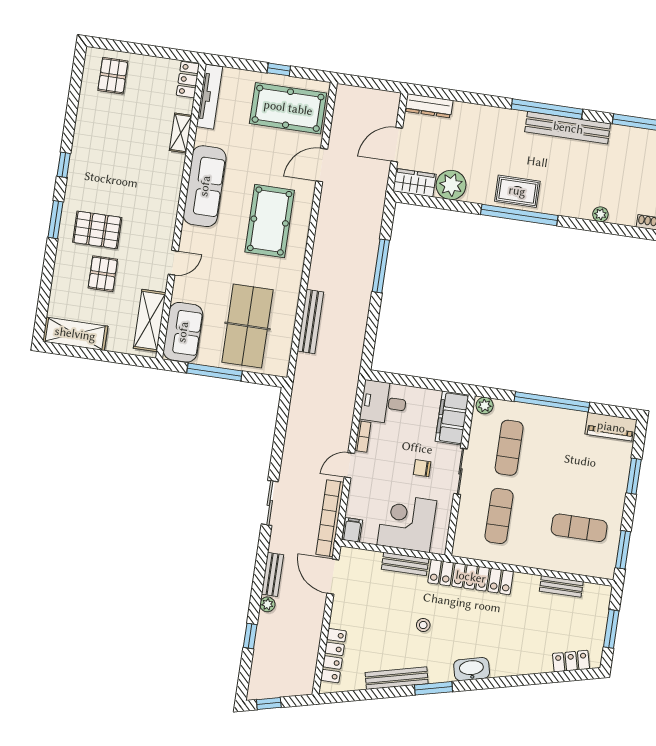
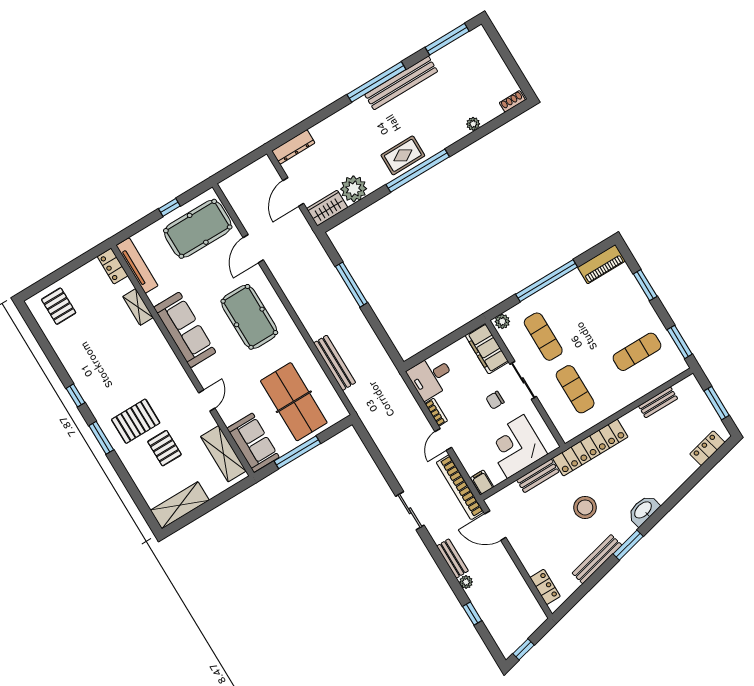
stool: (423, 625) -> (585, 507), width x1.89, depth x1.89
locker: (333, 656) -> (545, 587), width x0.66

